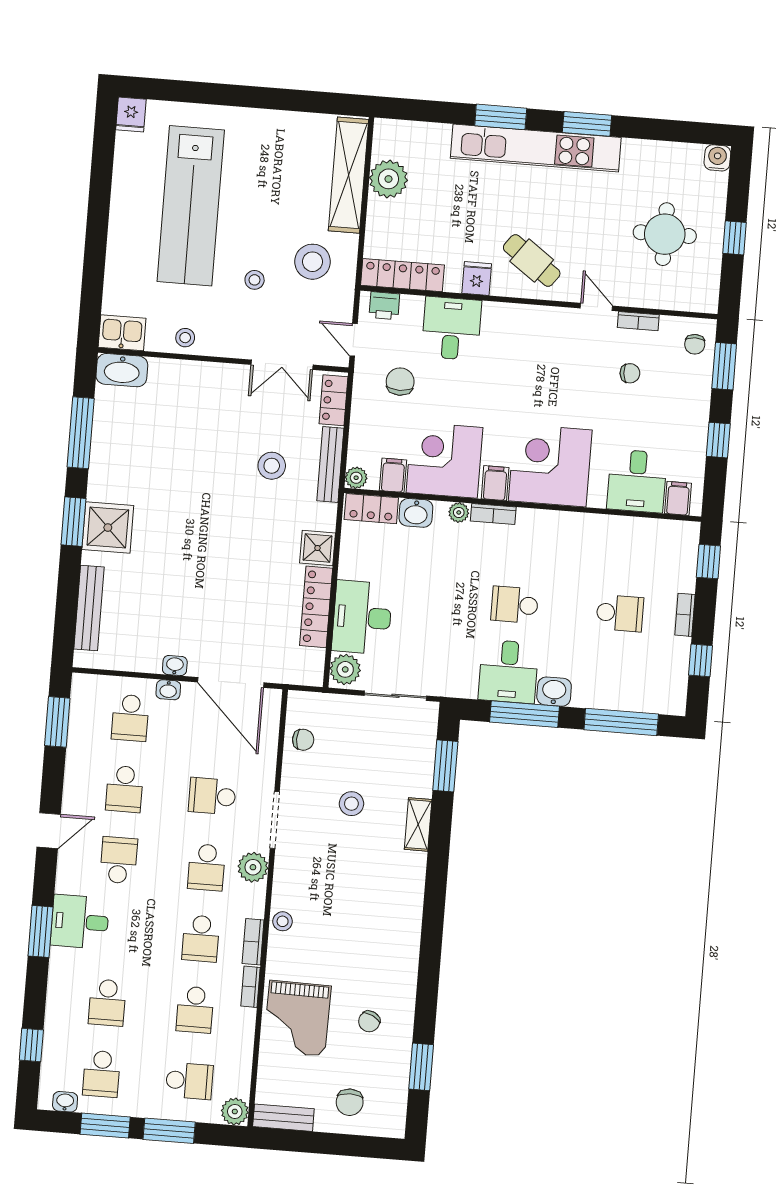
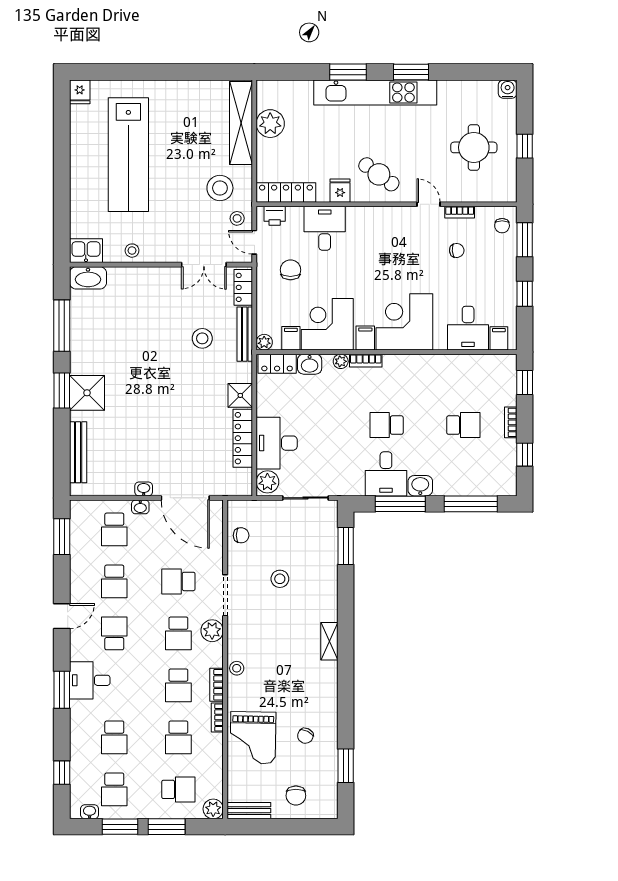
stool: (255, 280) -> (237, 218), moved
shelving: (418, 824) -> (329, 641), moved

